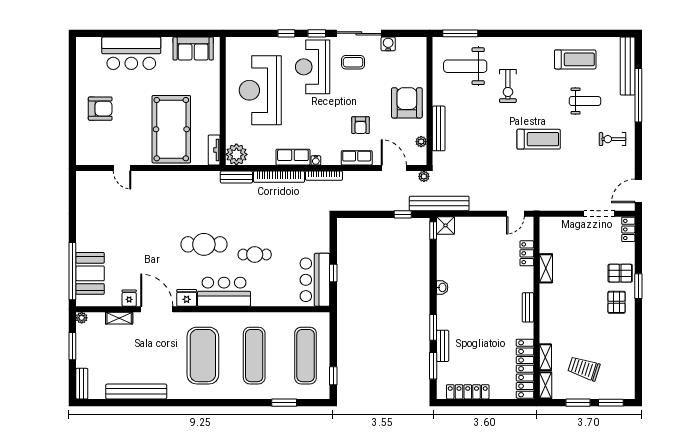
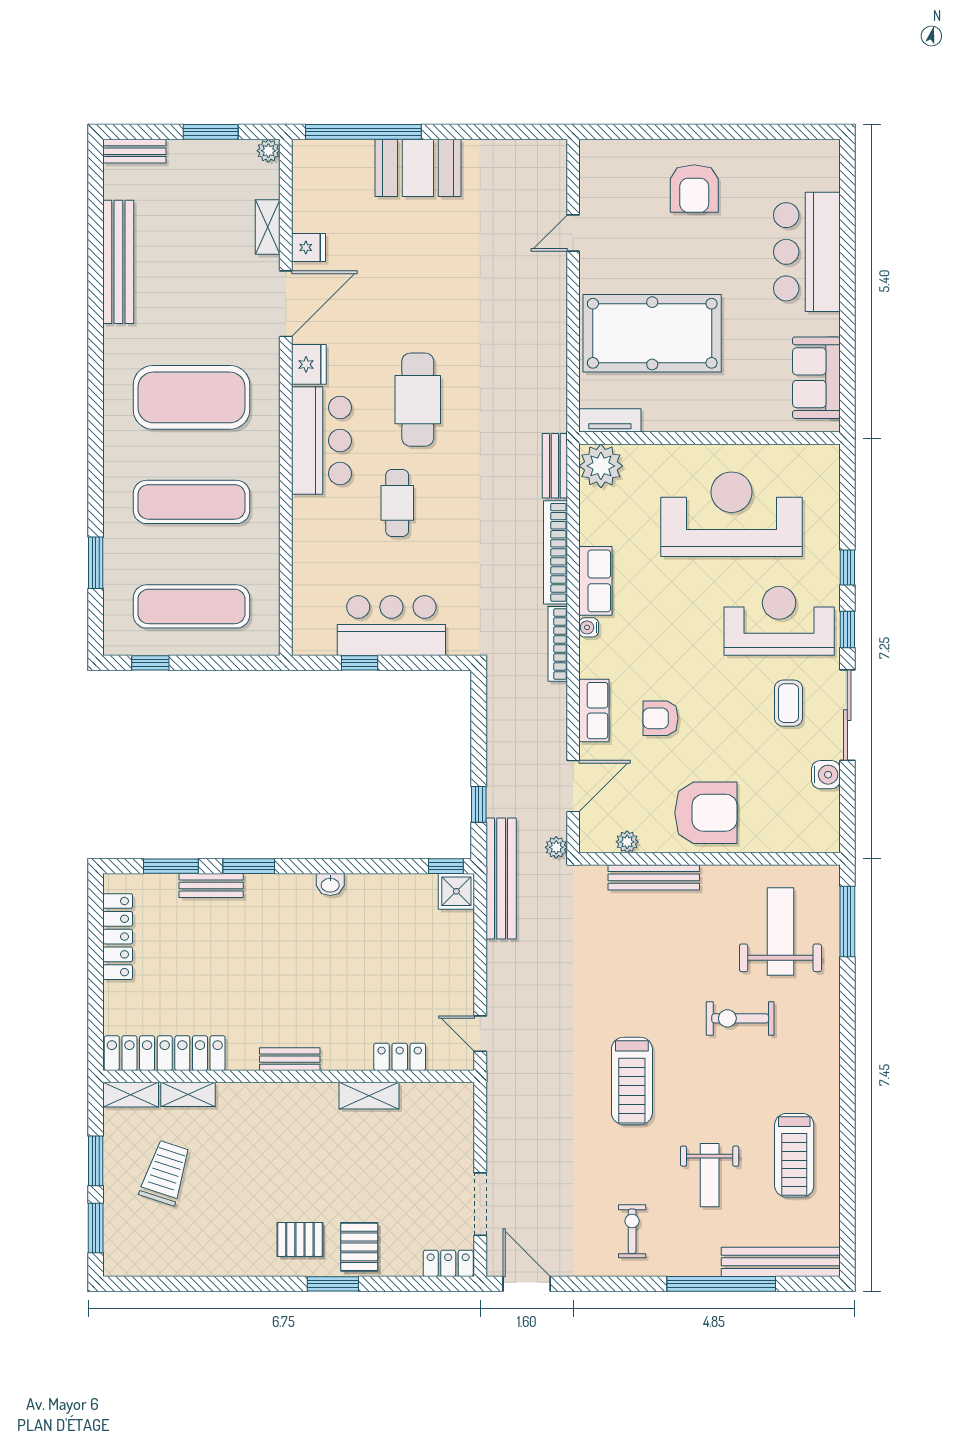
booth: (90, 273) -> (418, 168), moved
bar counter: (315, 280) -> (391, 626), moved

